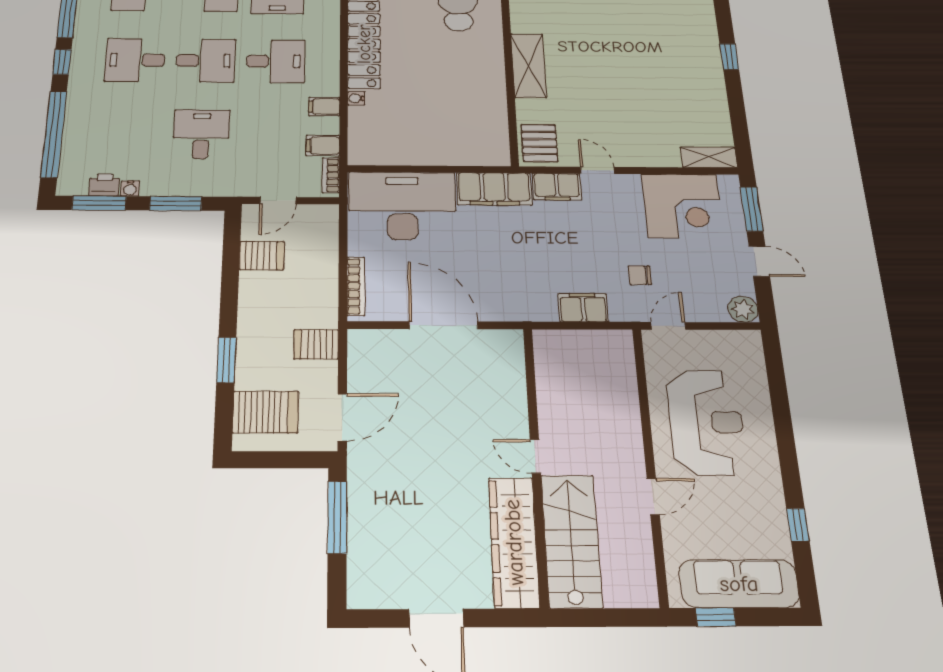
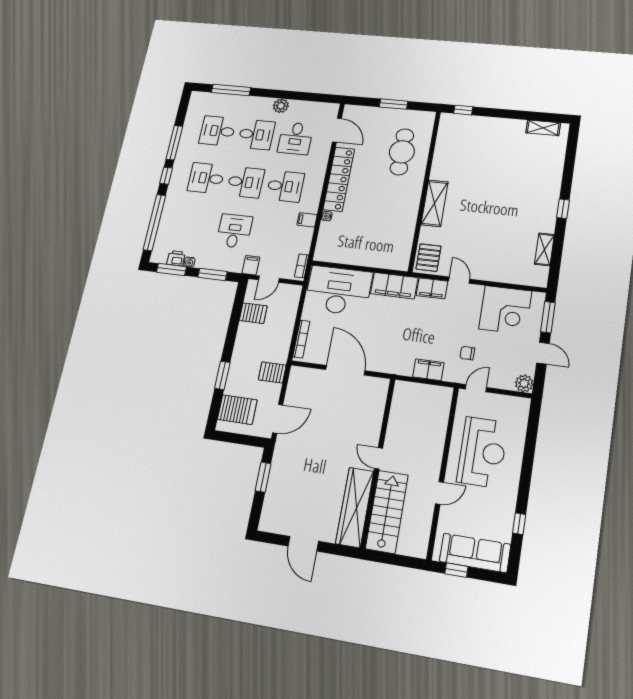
filing cabinet: (323, 146) -> (251, 265), moved, turned 90
shelving: (709, 157) -> (544, 249), moved, turned 90
window: (337, 517) -> (263, 477), width x0.69

